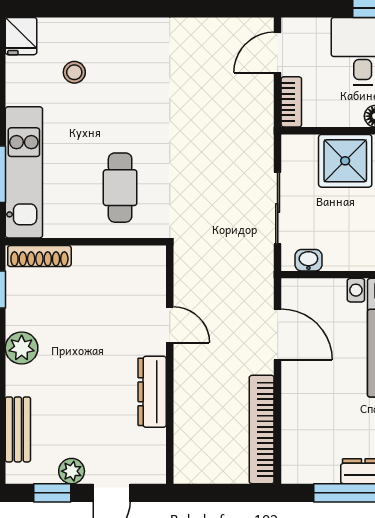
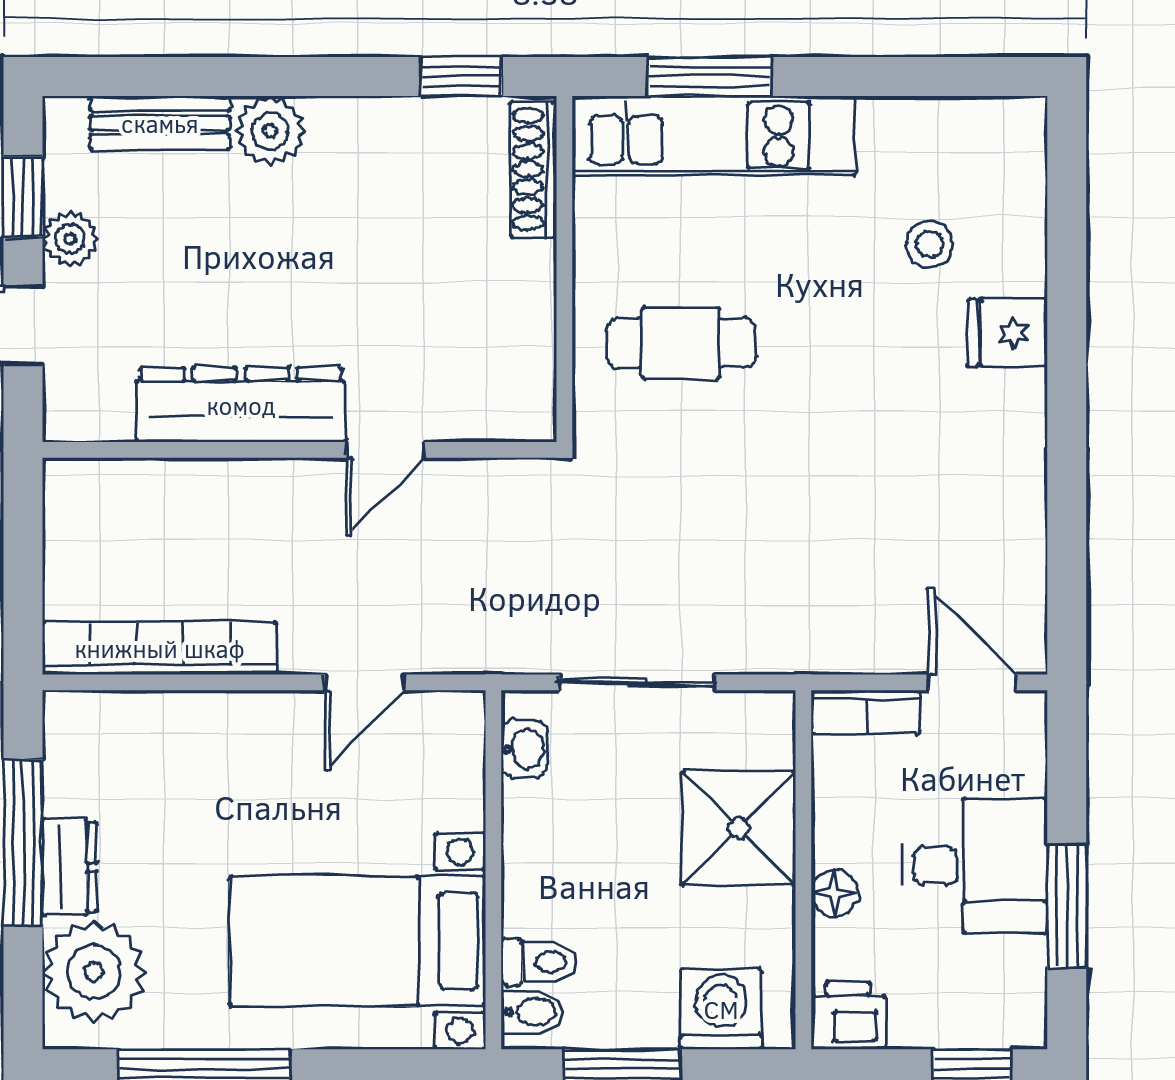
fridge: (21, 36) -> (1007, 333), moved
door: (278, 334) -> (364, 682), width x0.73
plant: (22, 348) -> (270, 131), moved
dresser: (152, 392) -> (241, 405), width x1.37, depth x1.24

